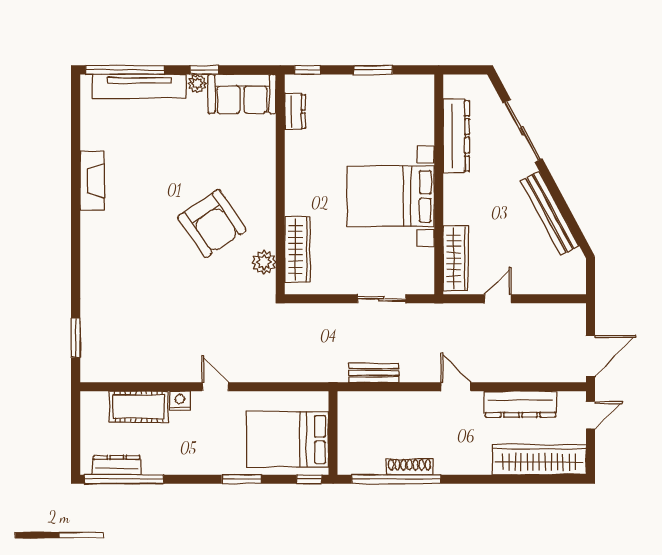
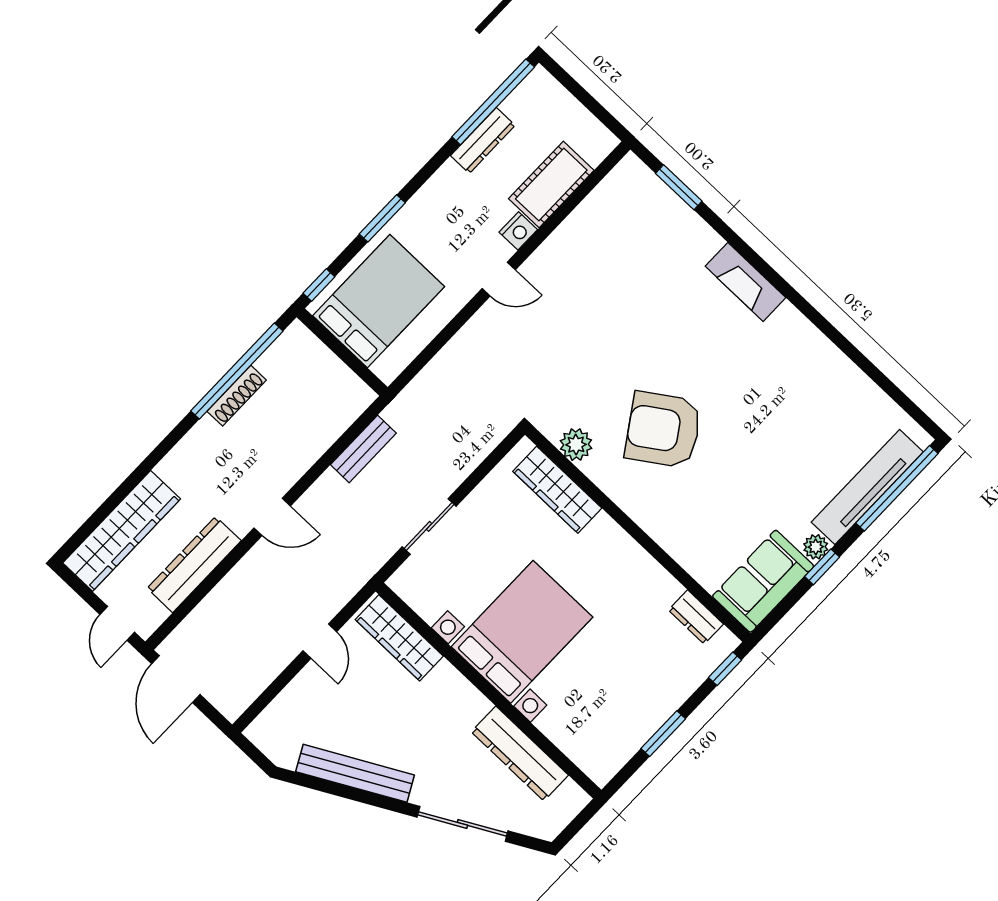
fireplace: (92, 181) -> (746, 282), moved
dresser: (117, 465) -> (483, 140), moved

